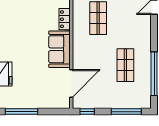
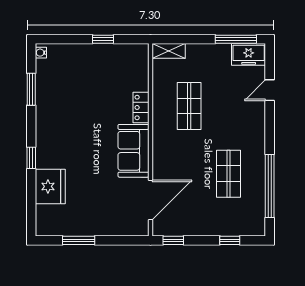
window: (21, 112) -> (79, 240), width x0.69
window: (126, 112) -> (230, 240), width x0.46

